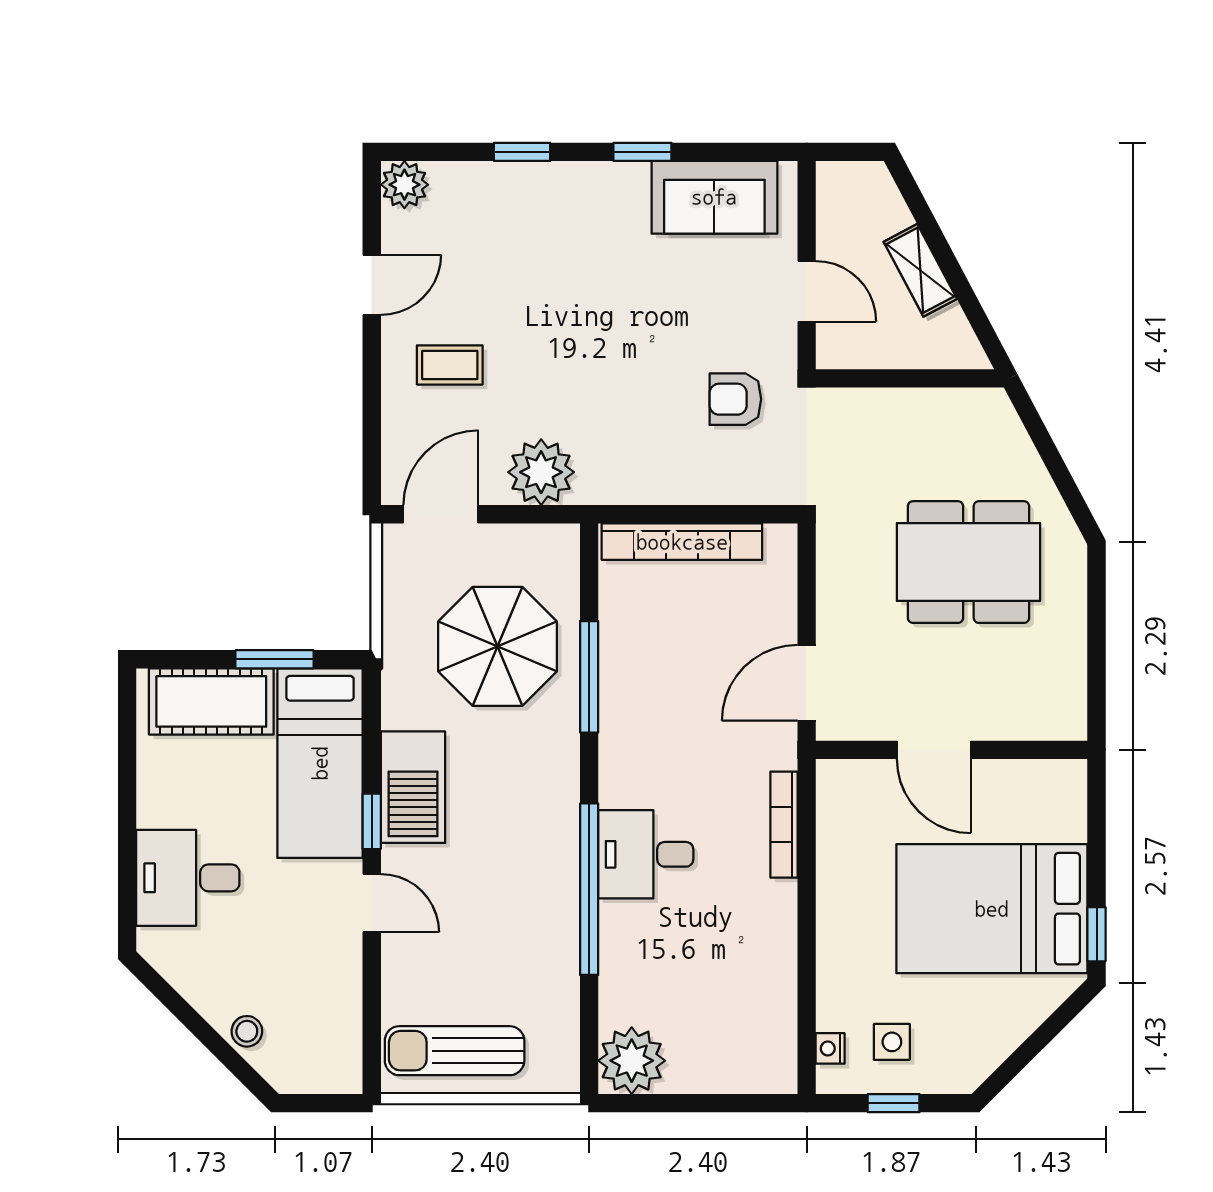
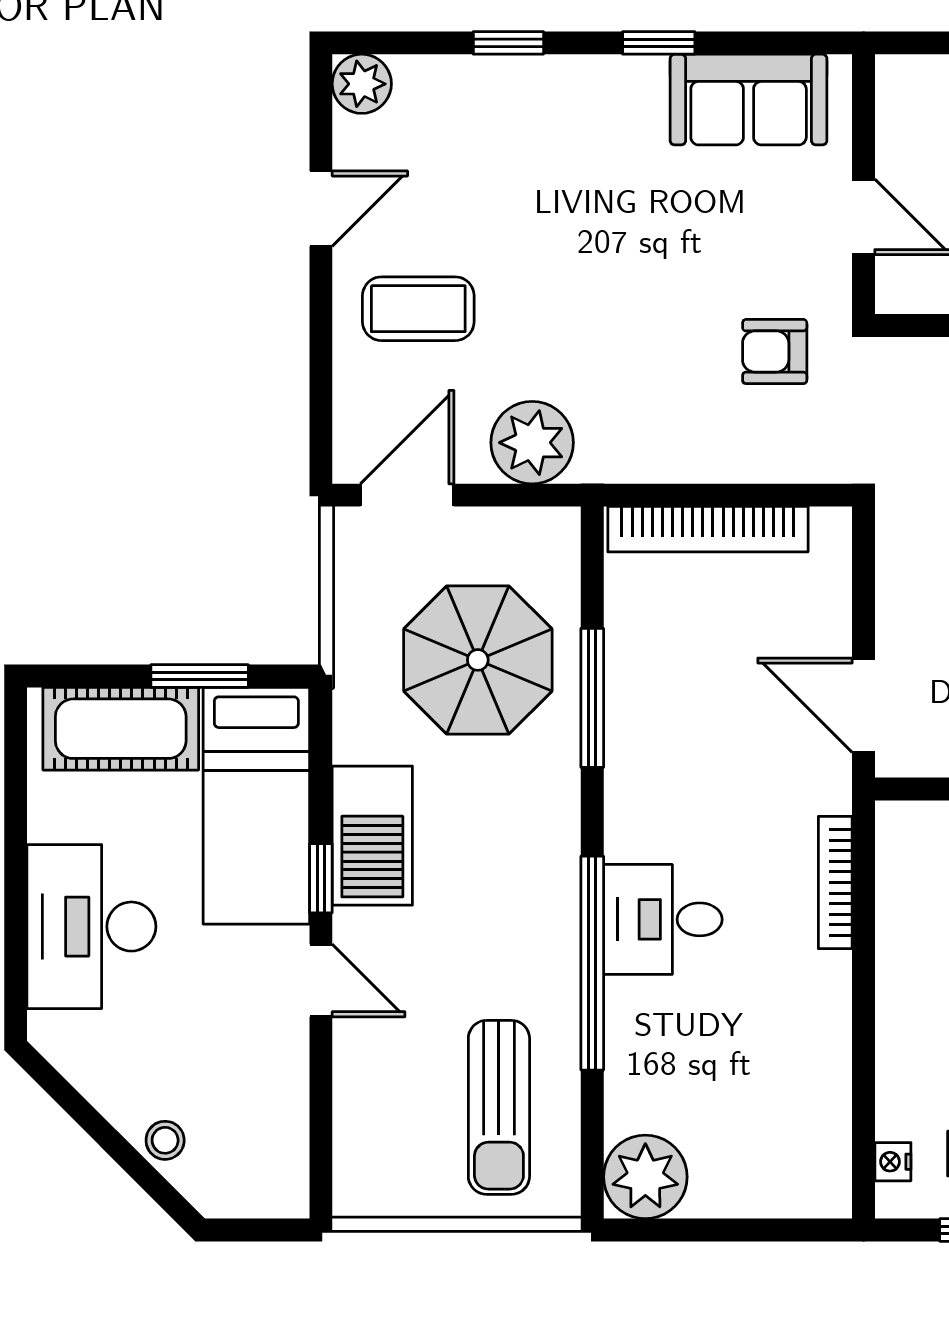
coffee table: (450, 365) -> (418, 309), width x1.36, depth x1.30
door: (807, 683) -> (864, 705), hinge flipped
desk: (188, 878) -> (91, 927), width x1.37
sun lounger: (455, 1051) -> (499, 1107), moved, turned -90

